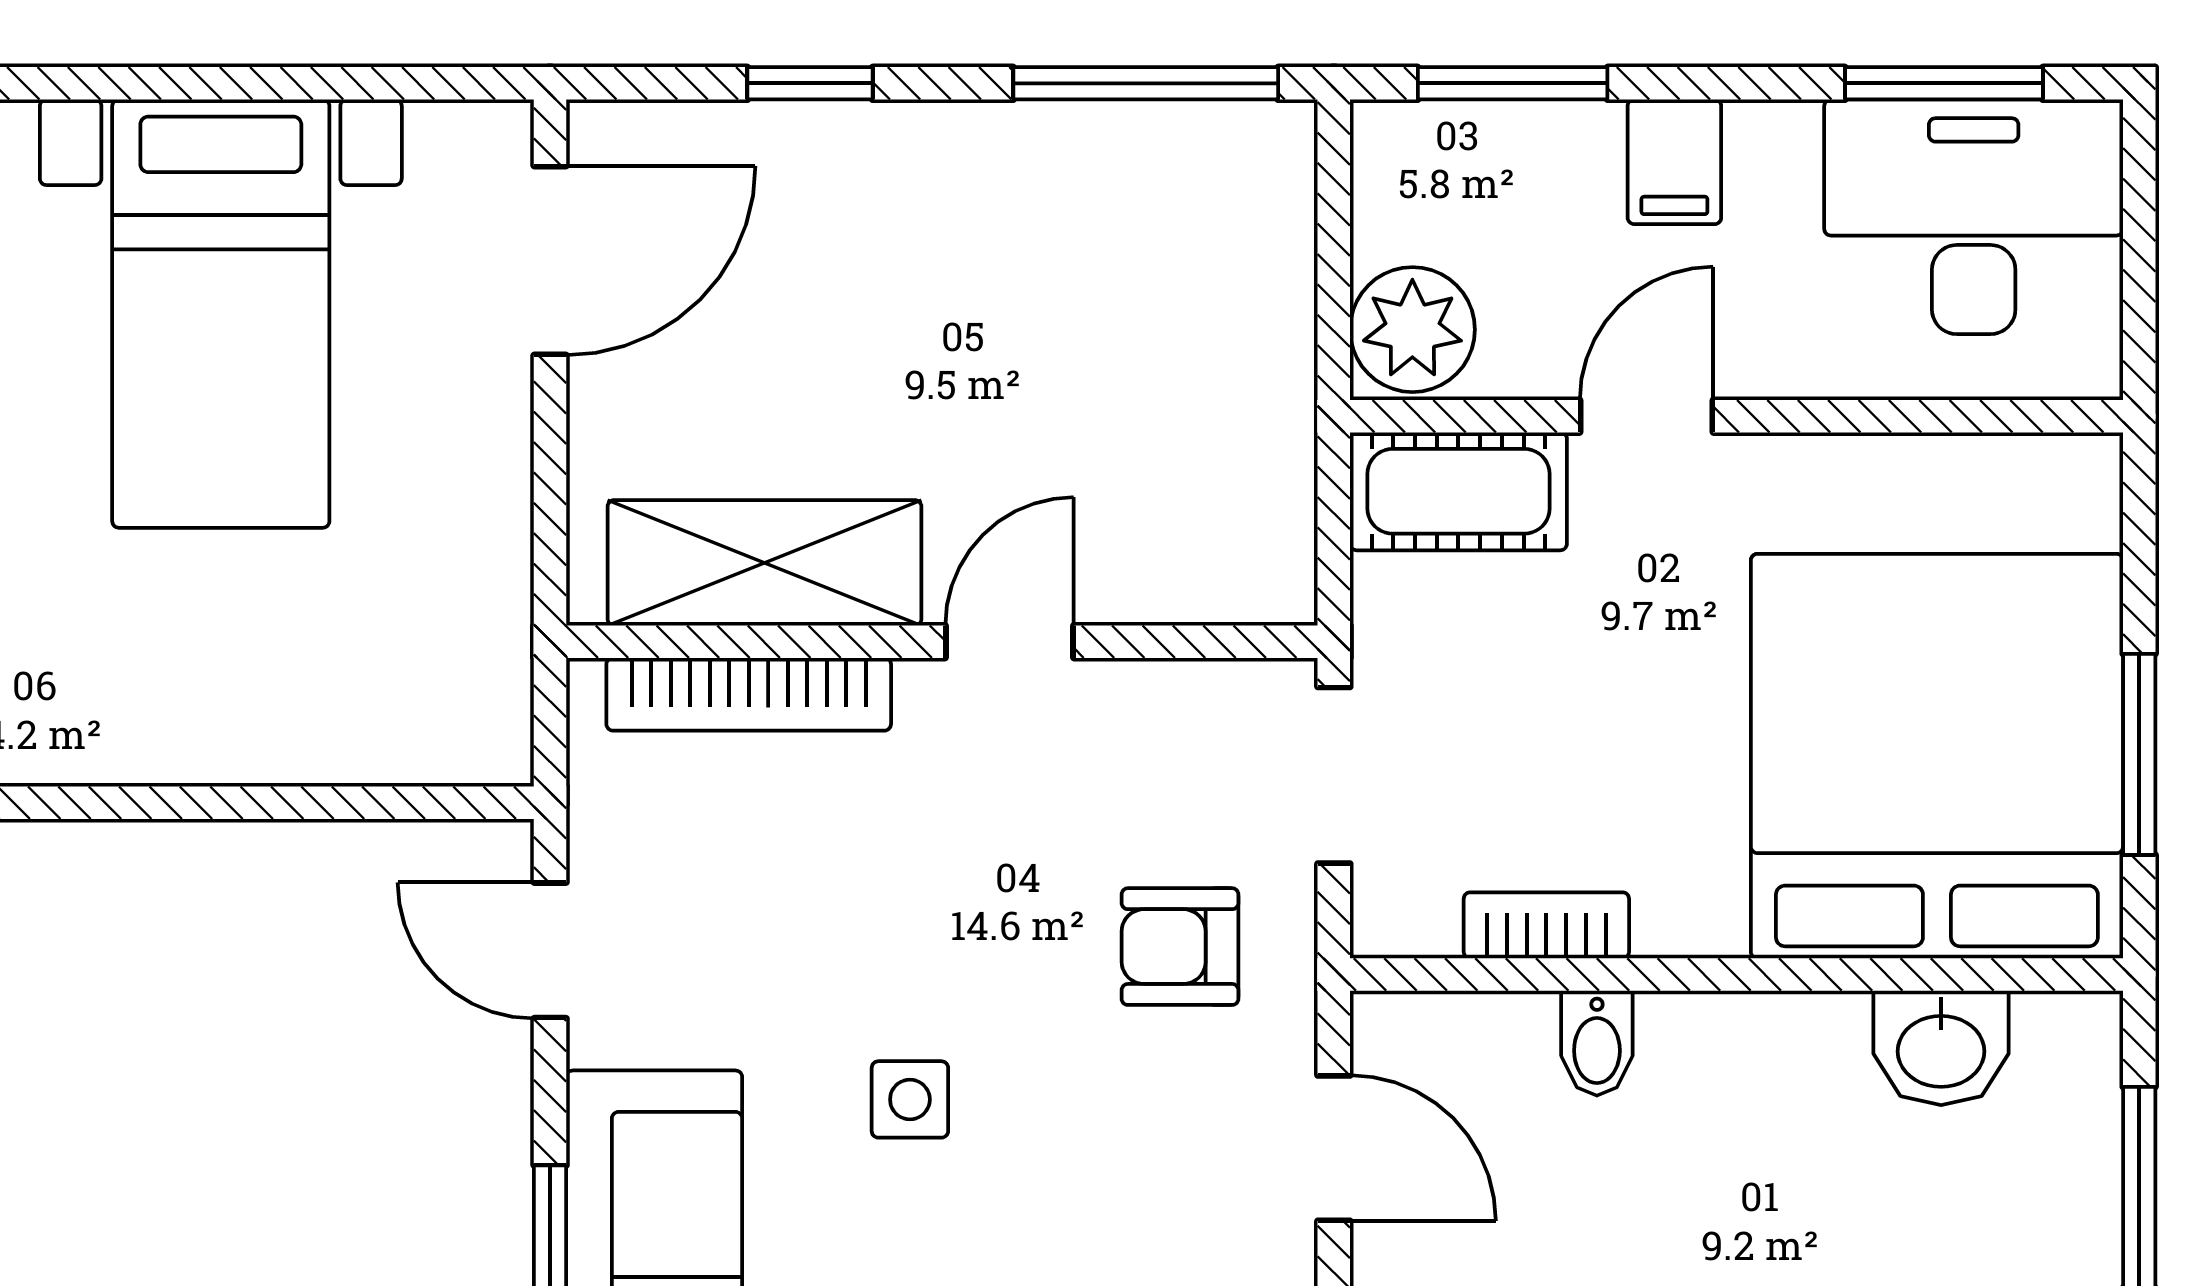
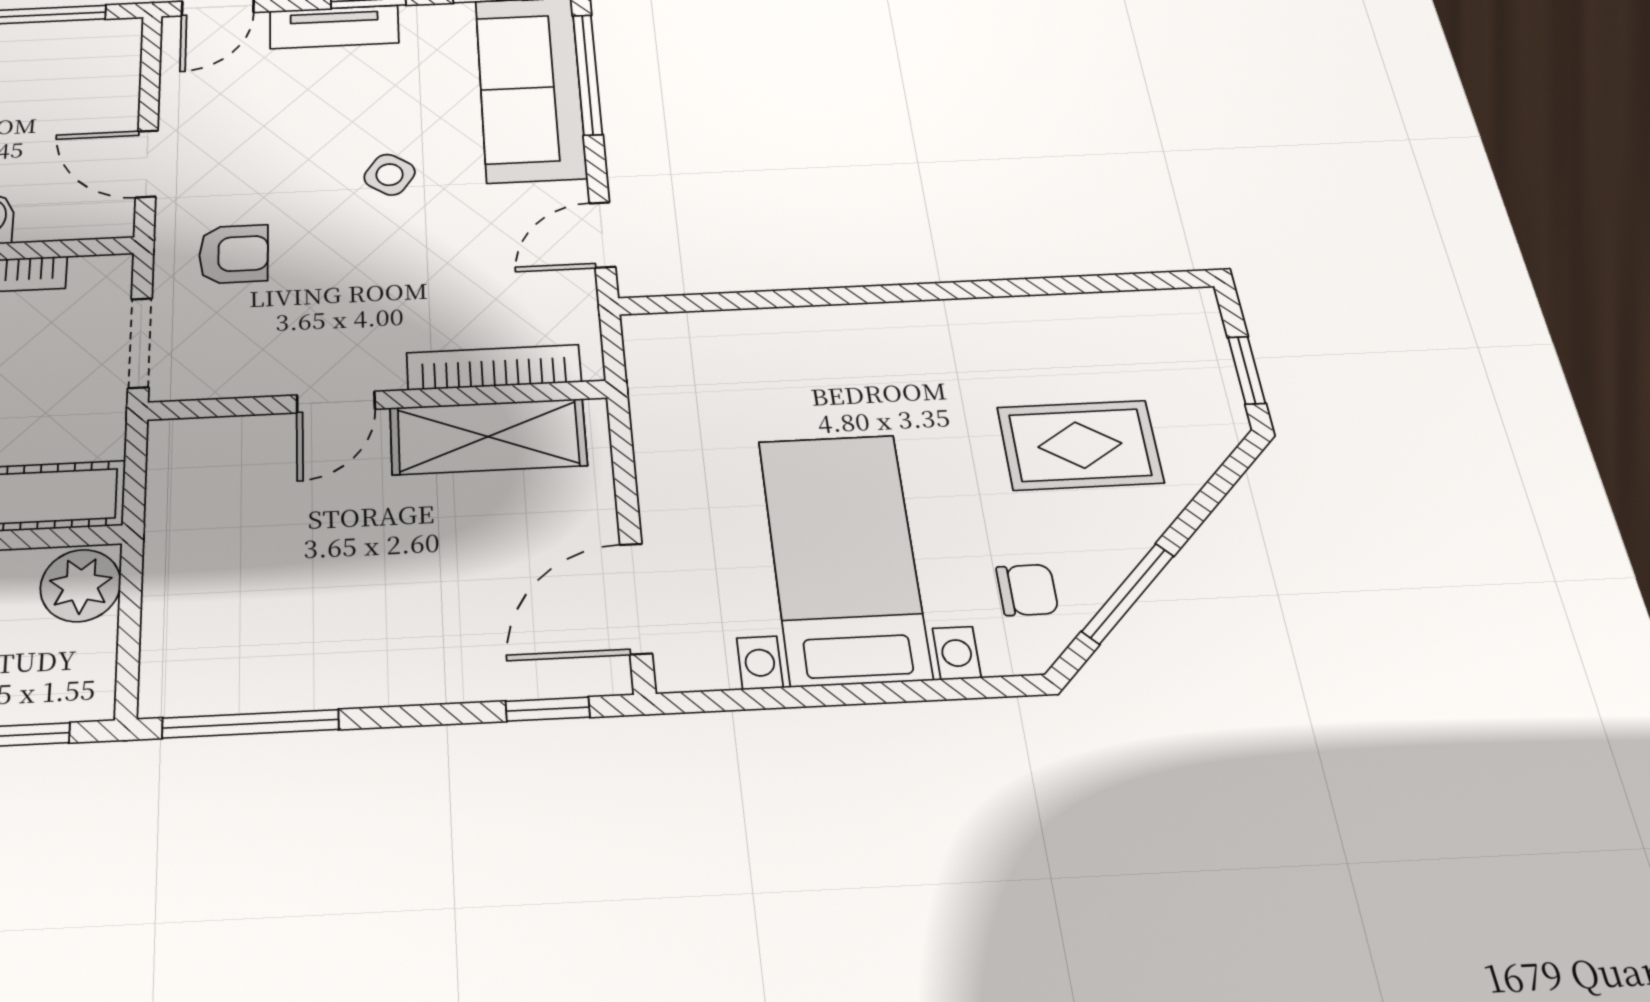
window: (810, 83) -> (548, 709), moved
door: (550, 950) -> (602, 235), swing flipped
side table: (910, 1099) -> (390, 175), turned 34

